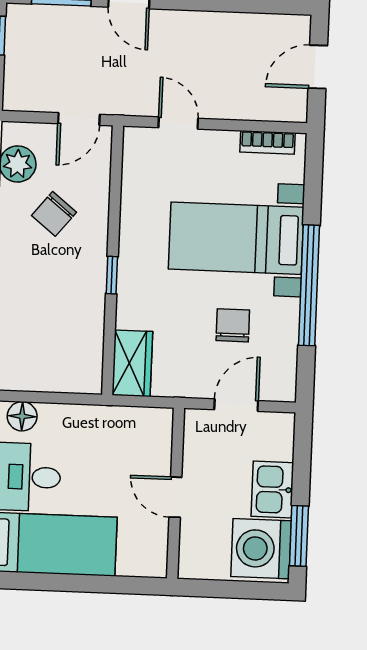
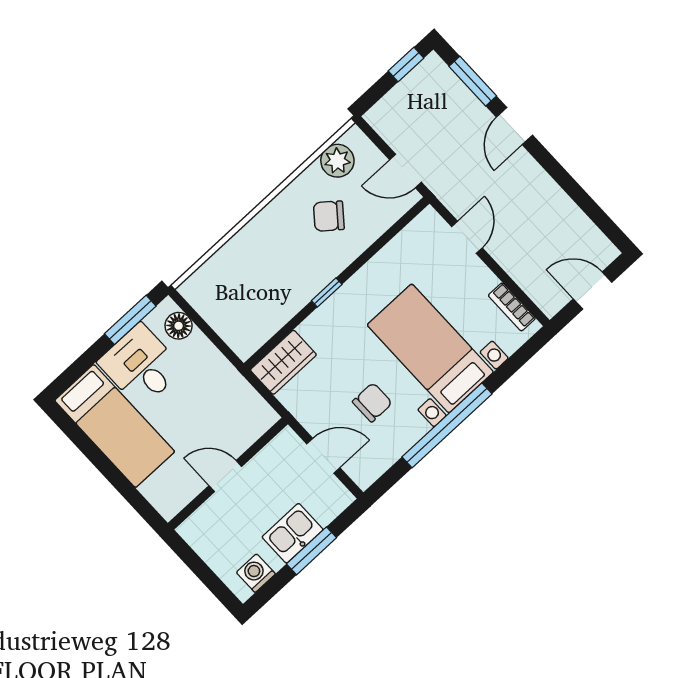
door: (175, 497) -> (225, 476), hinge flipped
window: (299, 536) -> (311, 551), moved
washing machine: (261, 549) -> (256, 573), width x0.53, depth x0.53

